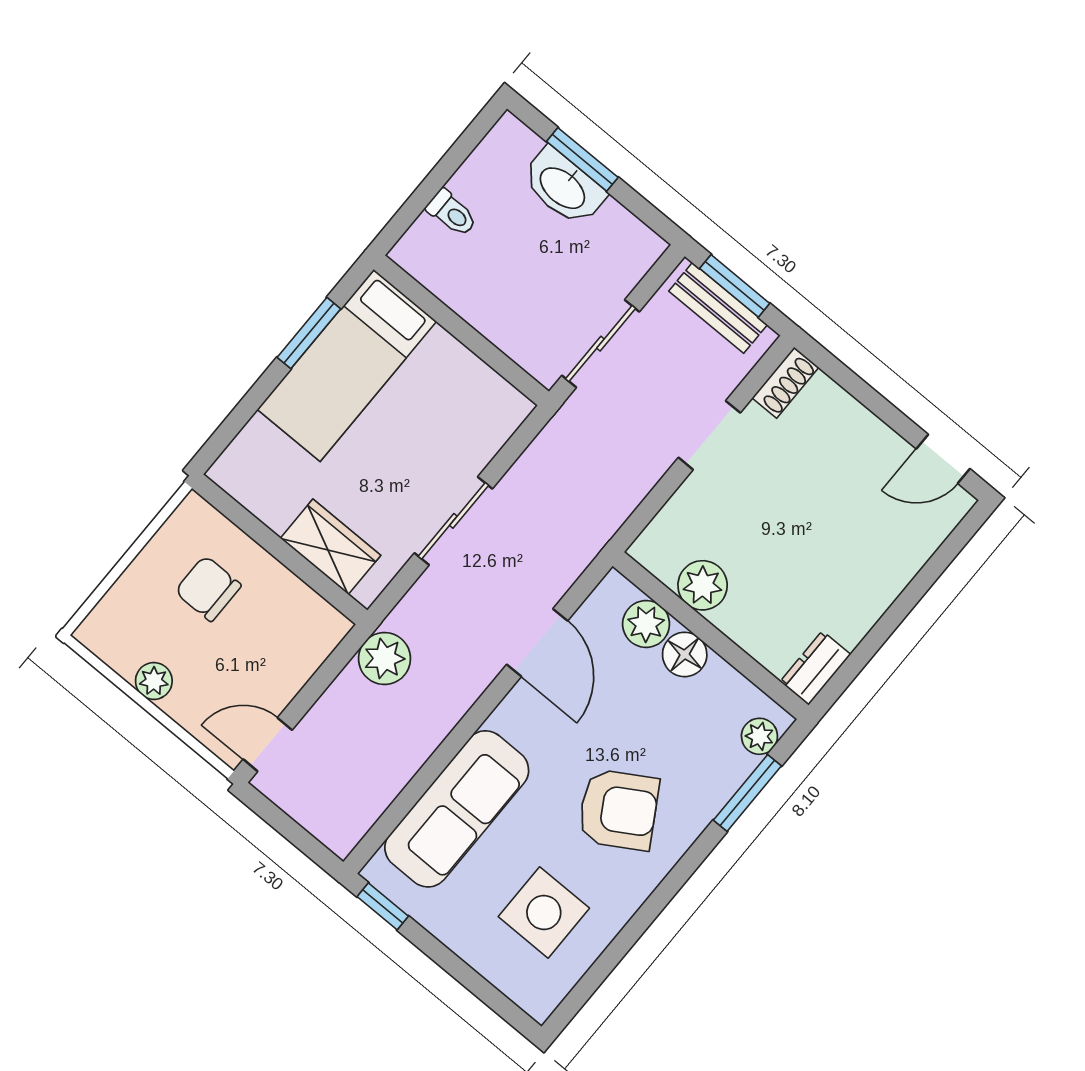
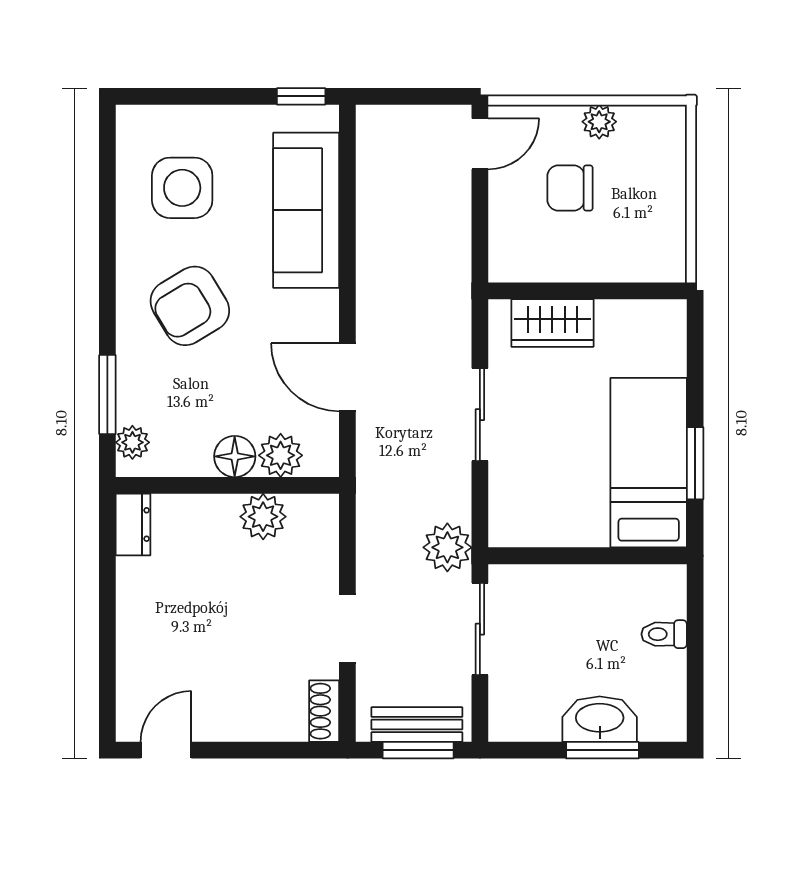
chair: (208, 588) -> (570, 188), moved, turned 180
plant: (384, 658) -> (447, 547), moved

